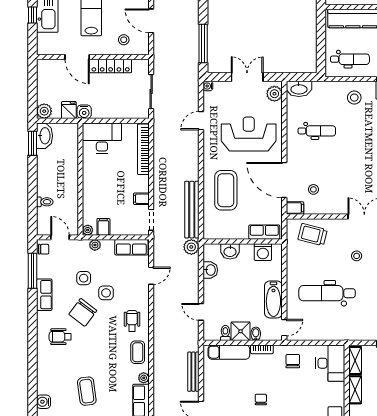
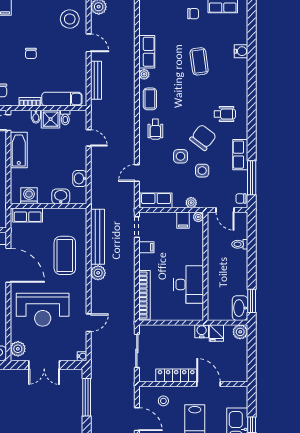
desk: (102, 138) -> (189, 284), moved, turned -90
plant: (191, 247) -> (98, 273), moved

